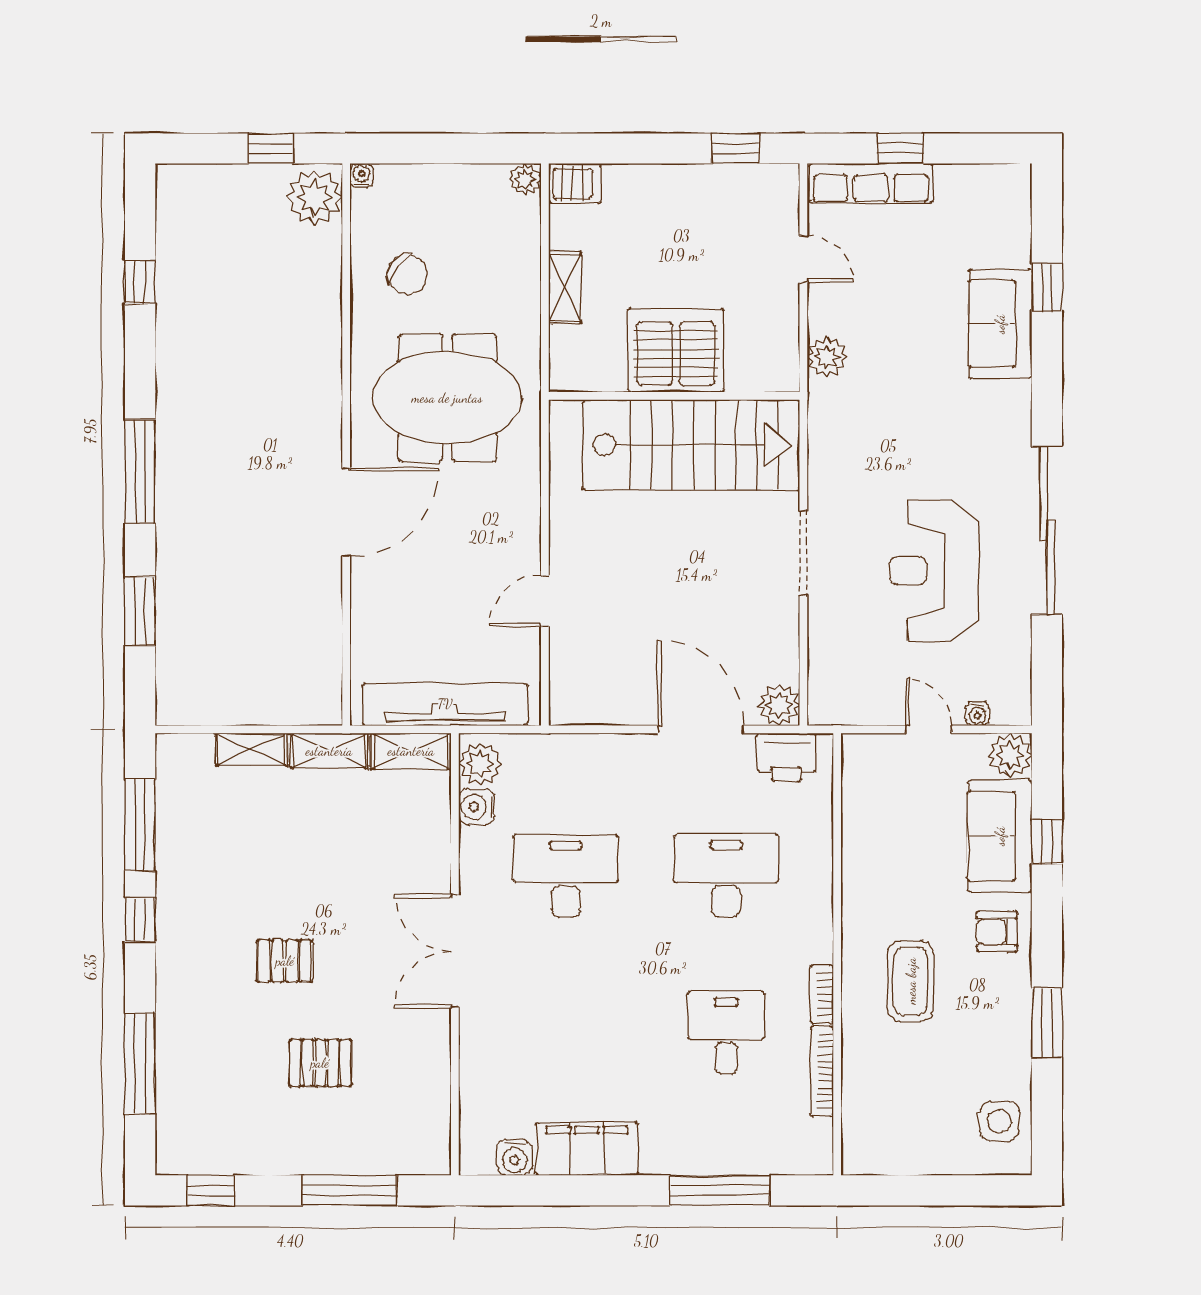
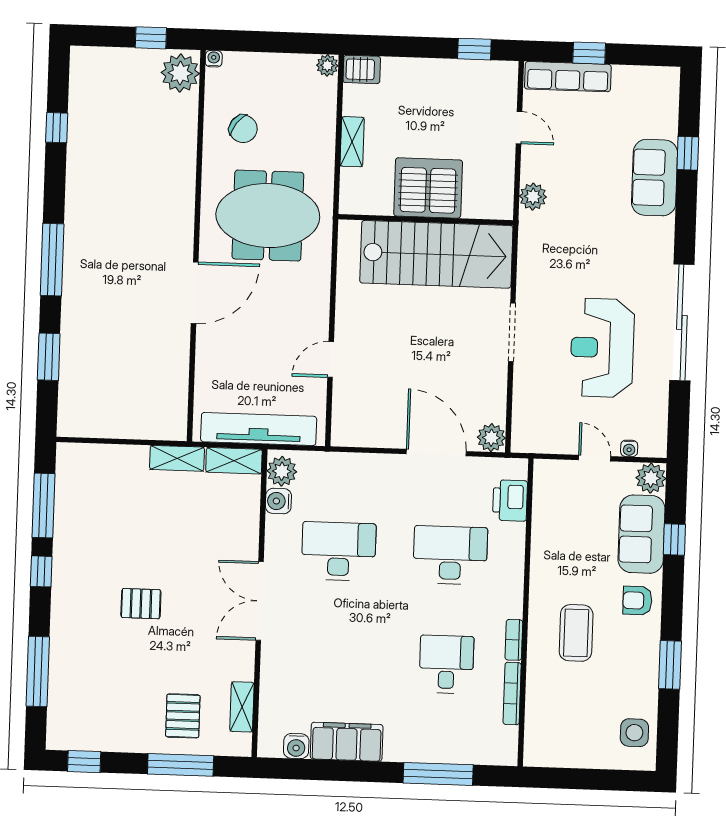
shelving: (251, 749) -> (242, 707), moved, turned 90
printer: (787, 757) -> (510, 500), moved, turned 90
pallet: (320, 1063) -> (183, 716), moved, turned 90

